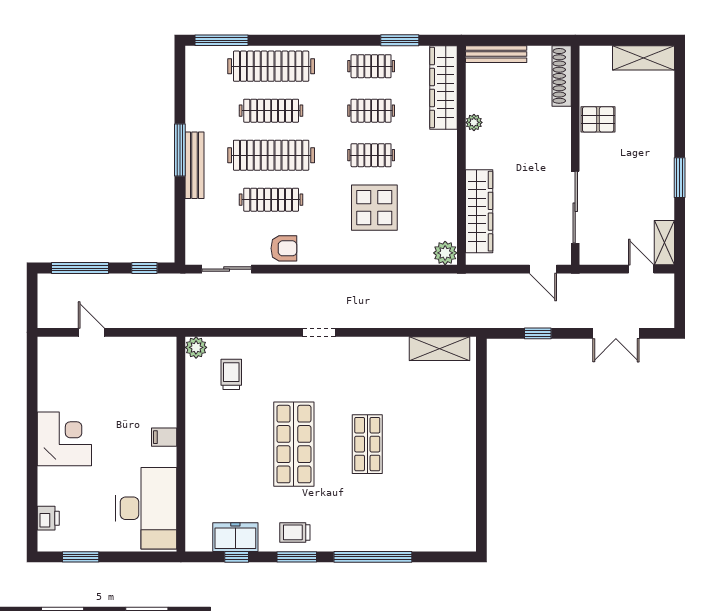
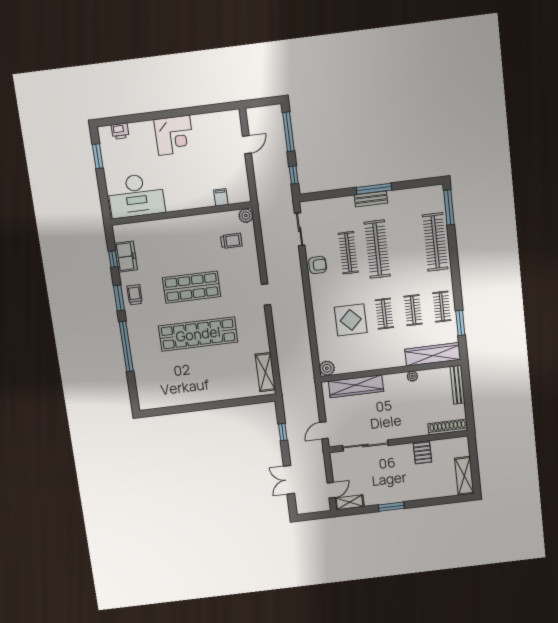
clothes rail: (271, 111) -> (406, 246), removed
bench: (194, 165) -> (371, 199), width x0.73
armchair: (284, 248) -> (318, 265), turned -90
filing cabinet: (164, 437) -> (221, 197), moved
shop shelf: (367, 444) -> (198, 334), width x2.00, depth x1.36

